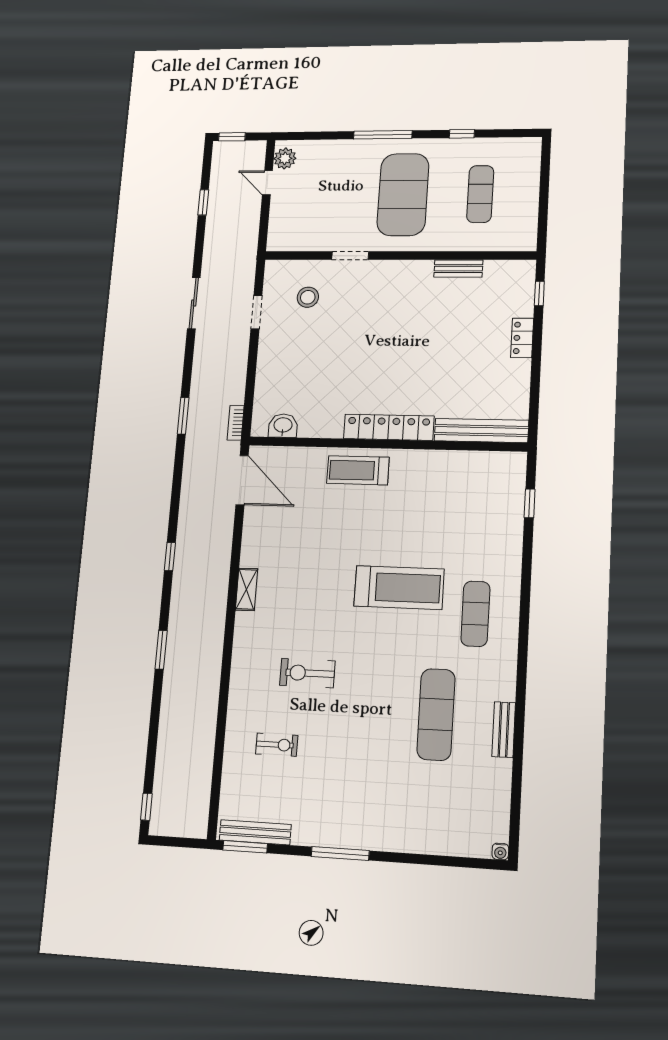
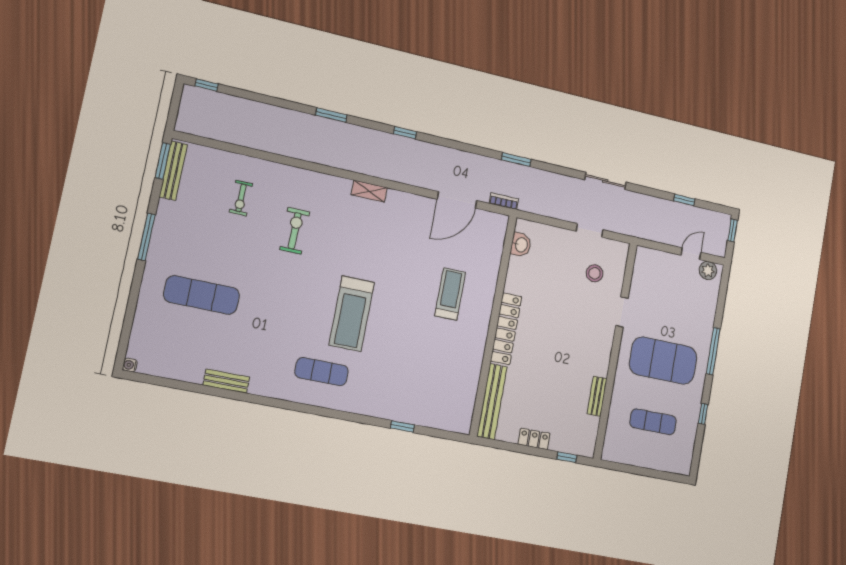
washbasin: (283, 426) -> (521, 245), moved
locker: (389, 427) -> (506, 329), moved
bench: (481, 431) -> (492, 402), moved
wall: (386, 444) -> (493, 325), moved
exercise mat: (436, 714) -> (202, 295), moved

